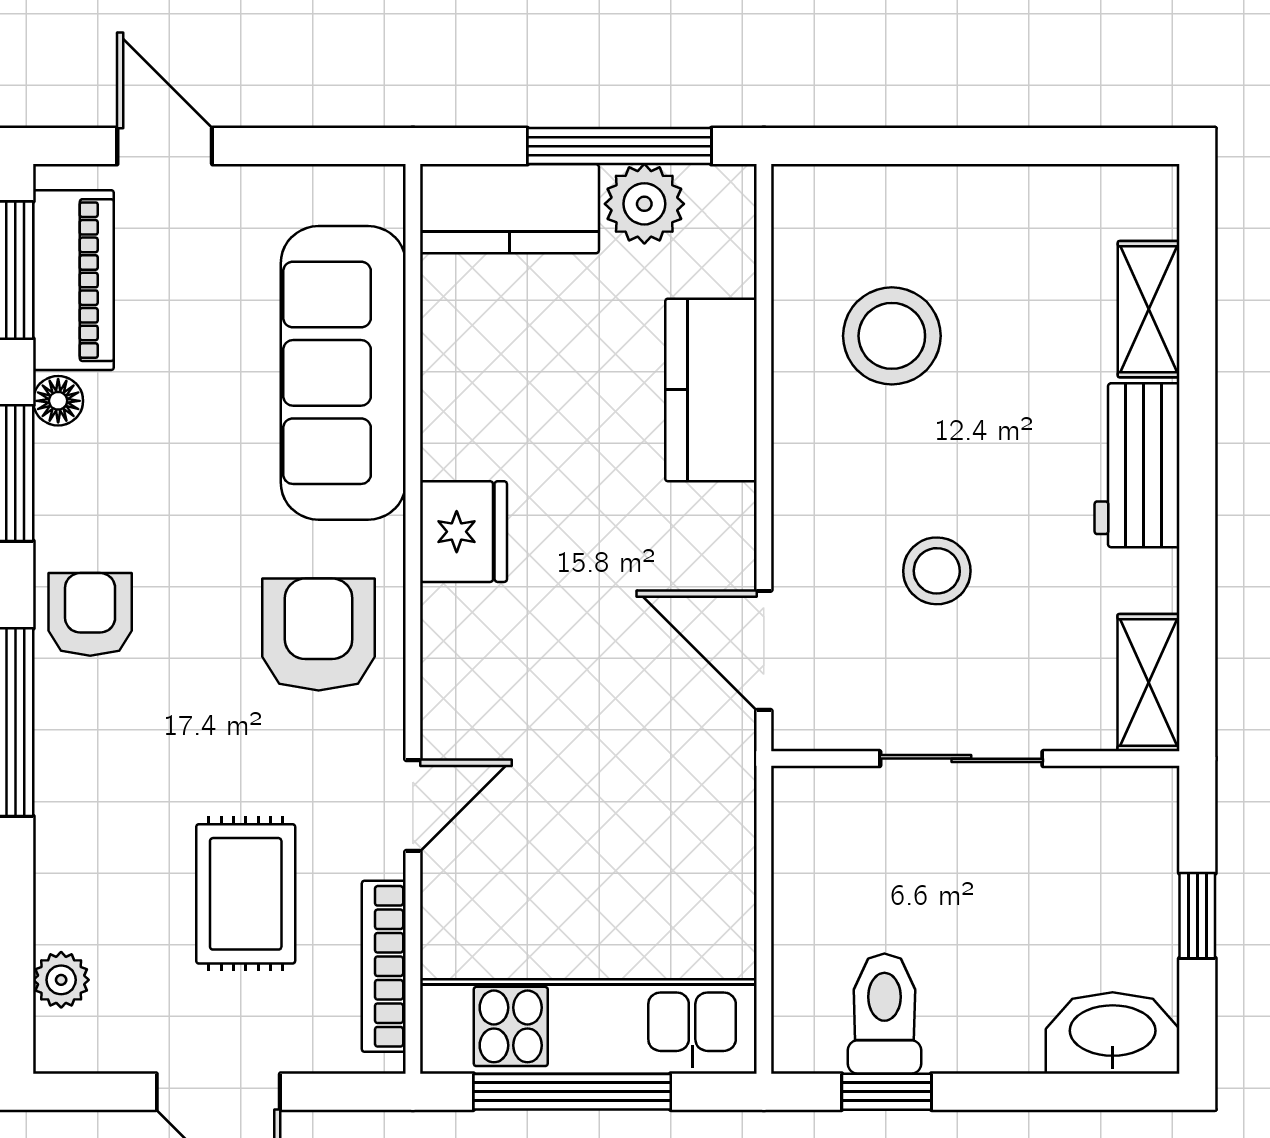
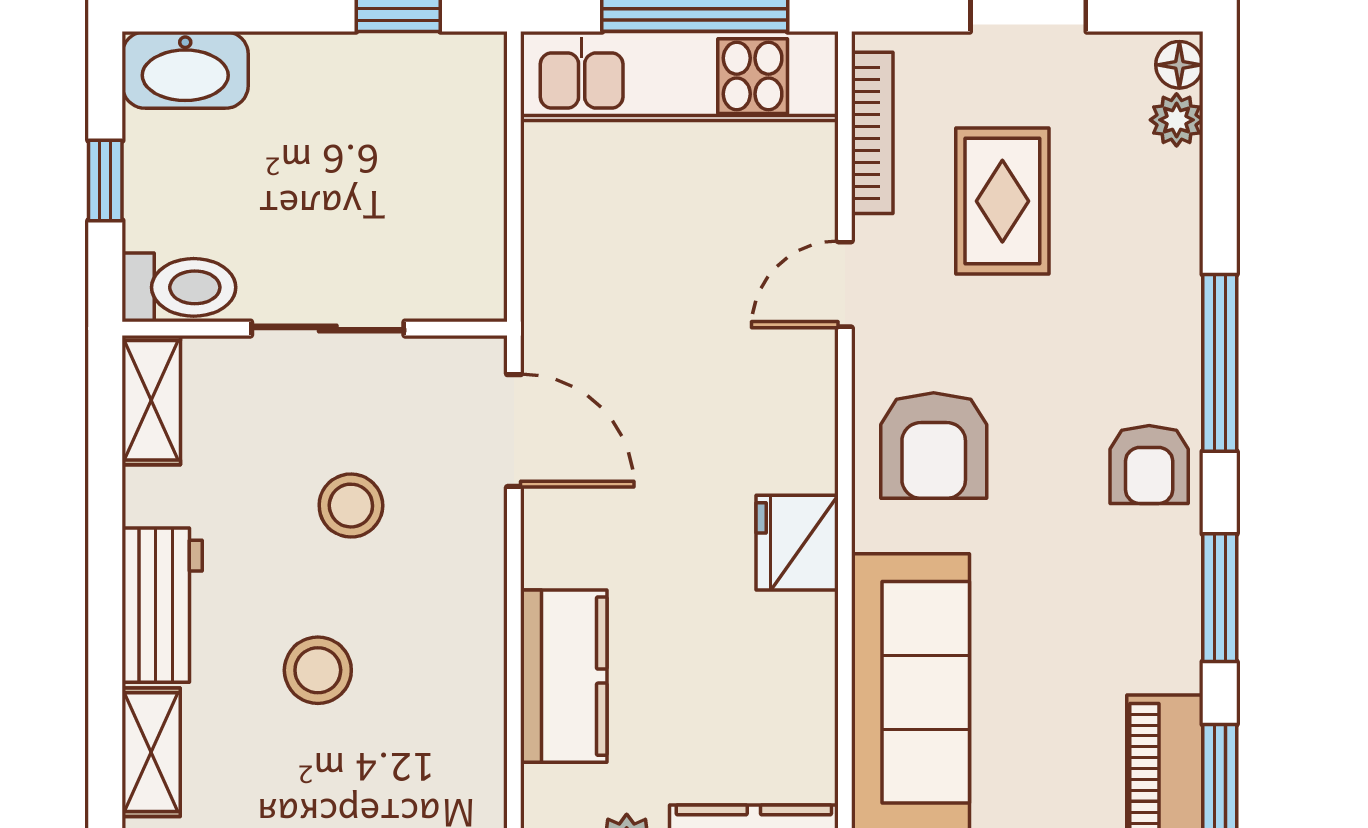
stool: (892, 336) -> (318, 670), moved, width x0.73, depth x0.73
floor lamp: (58, 401) -> (1179, 65), moved
toilet: (884, 1014) -> (179, 287), moved, turned -90

